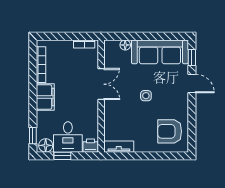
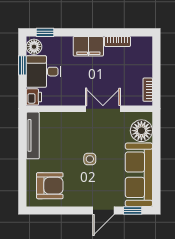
floor lamp: (125, 45) -> (141, 131), width x1.89, depth x1.89
bookcase: (41, 65) -> (117, 41), width x0.64
double door: (101, 84) -> (103, 109), swing flipped
armchair: (170, 131) -> (50, 186), turned 90
tv unit: (119, 147) -> (33, 135), width x1.41

